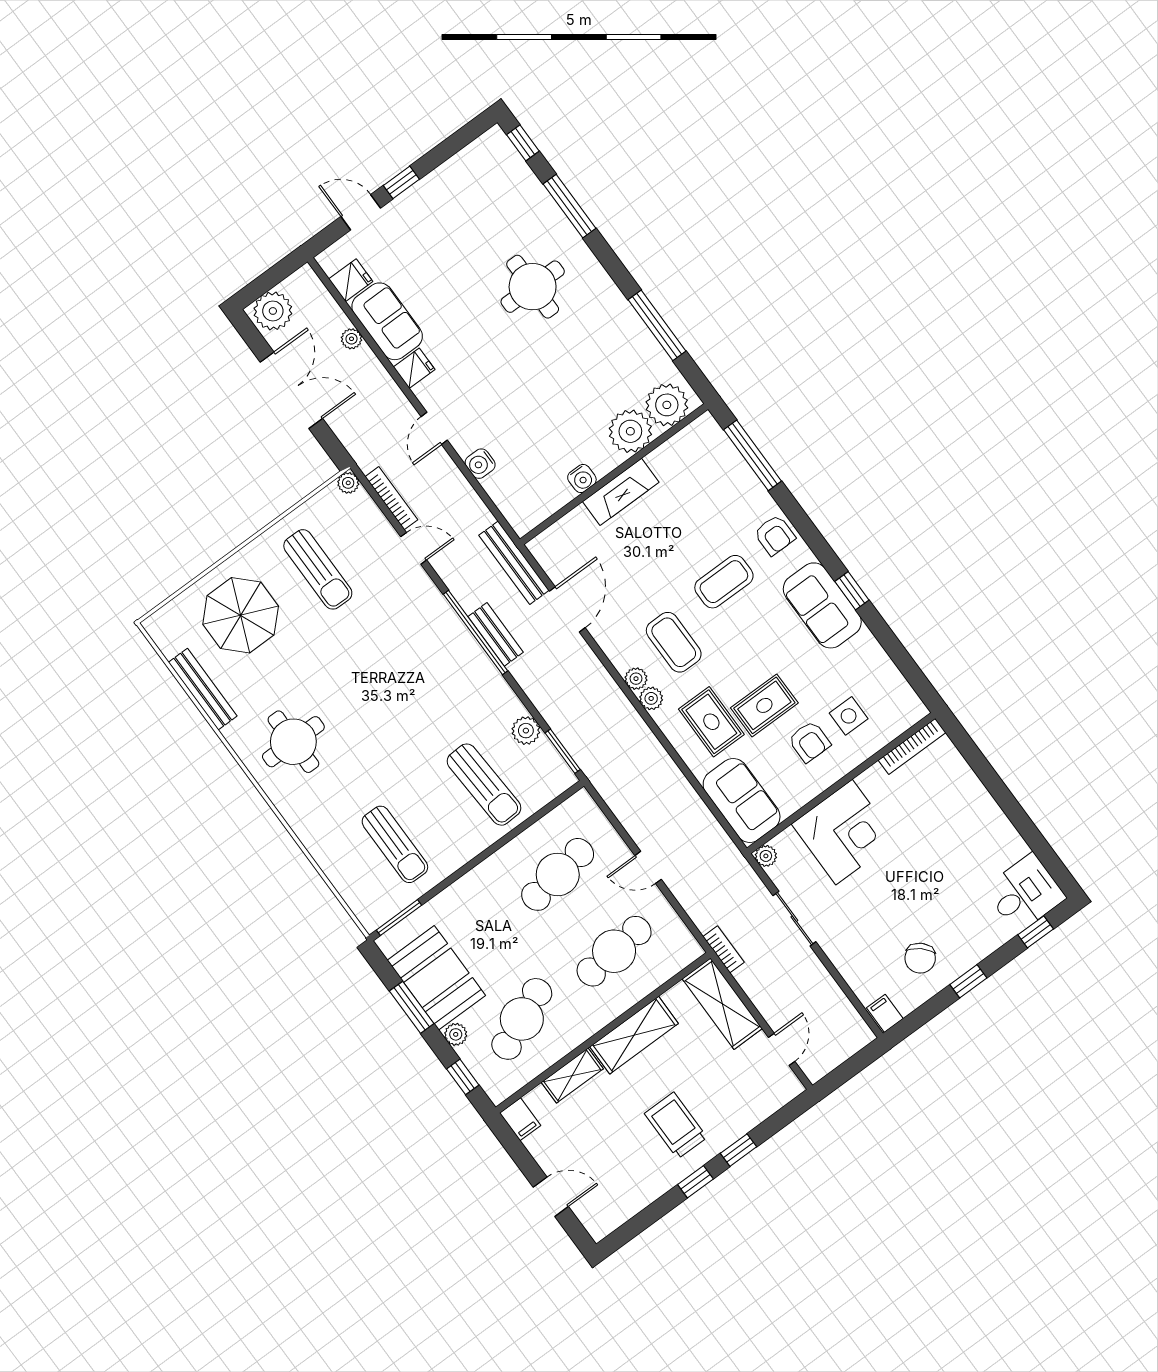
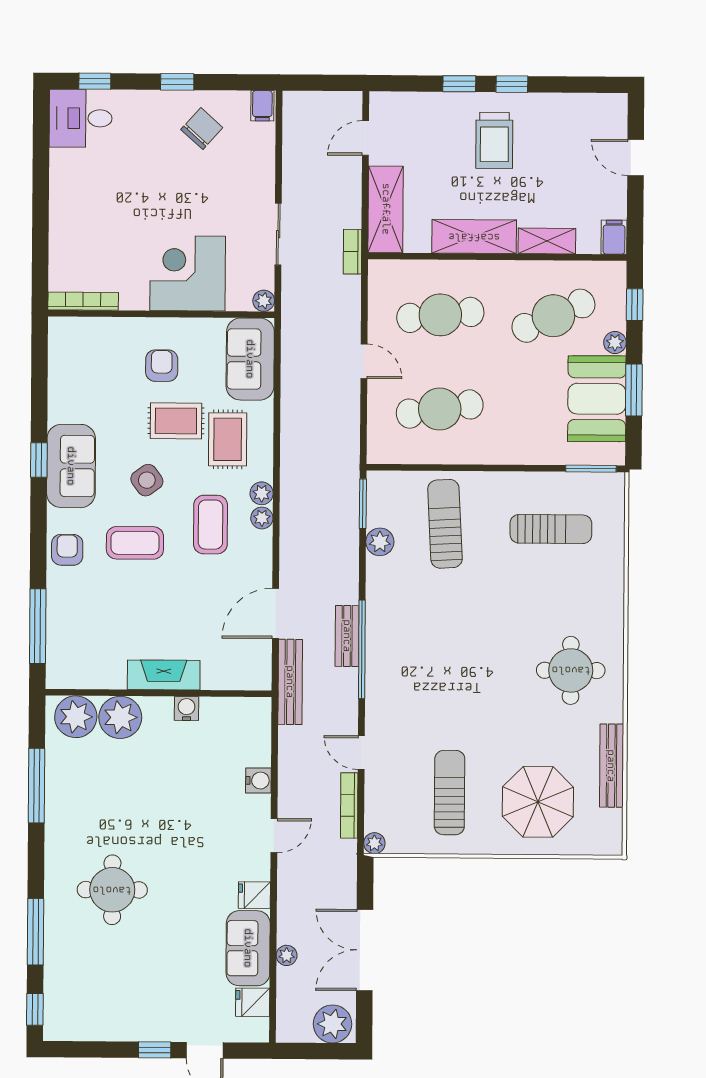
side table: (849, 716) -> (147, 480), moved, turned -36
sun lounger: (395, 844) -> (551, 529), turned 90

